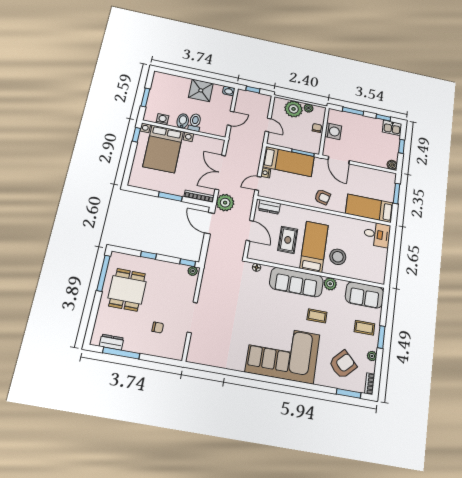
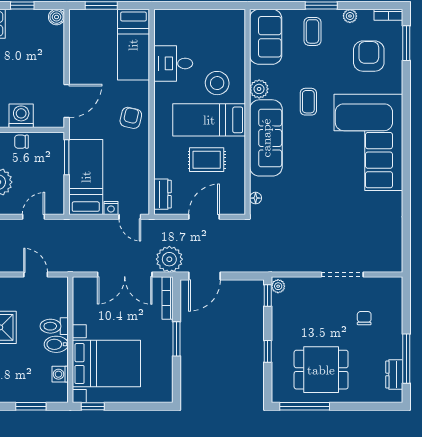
desk: (377, 234) -> (173, 63), moved, turned -90
armchair: (343, 364) -> (369, 56), turned 45

